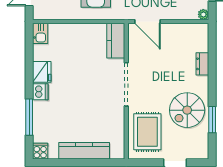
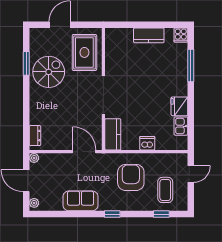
kitchen sink: (40, 33) -> (181, 126), moved
dresser: (202, 64) -> (35, 136), moved
dishwasher: (40, 92) -> (147, 143), moved, turned 90
kitchen counter: (84, 151) -> (149, 35), width x0.67

